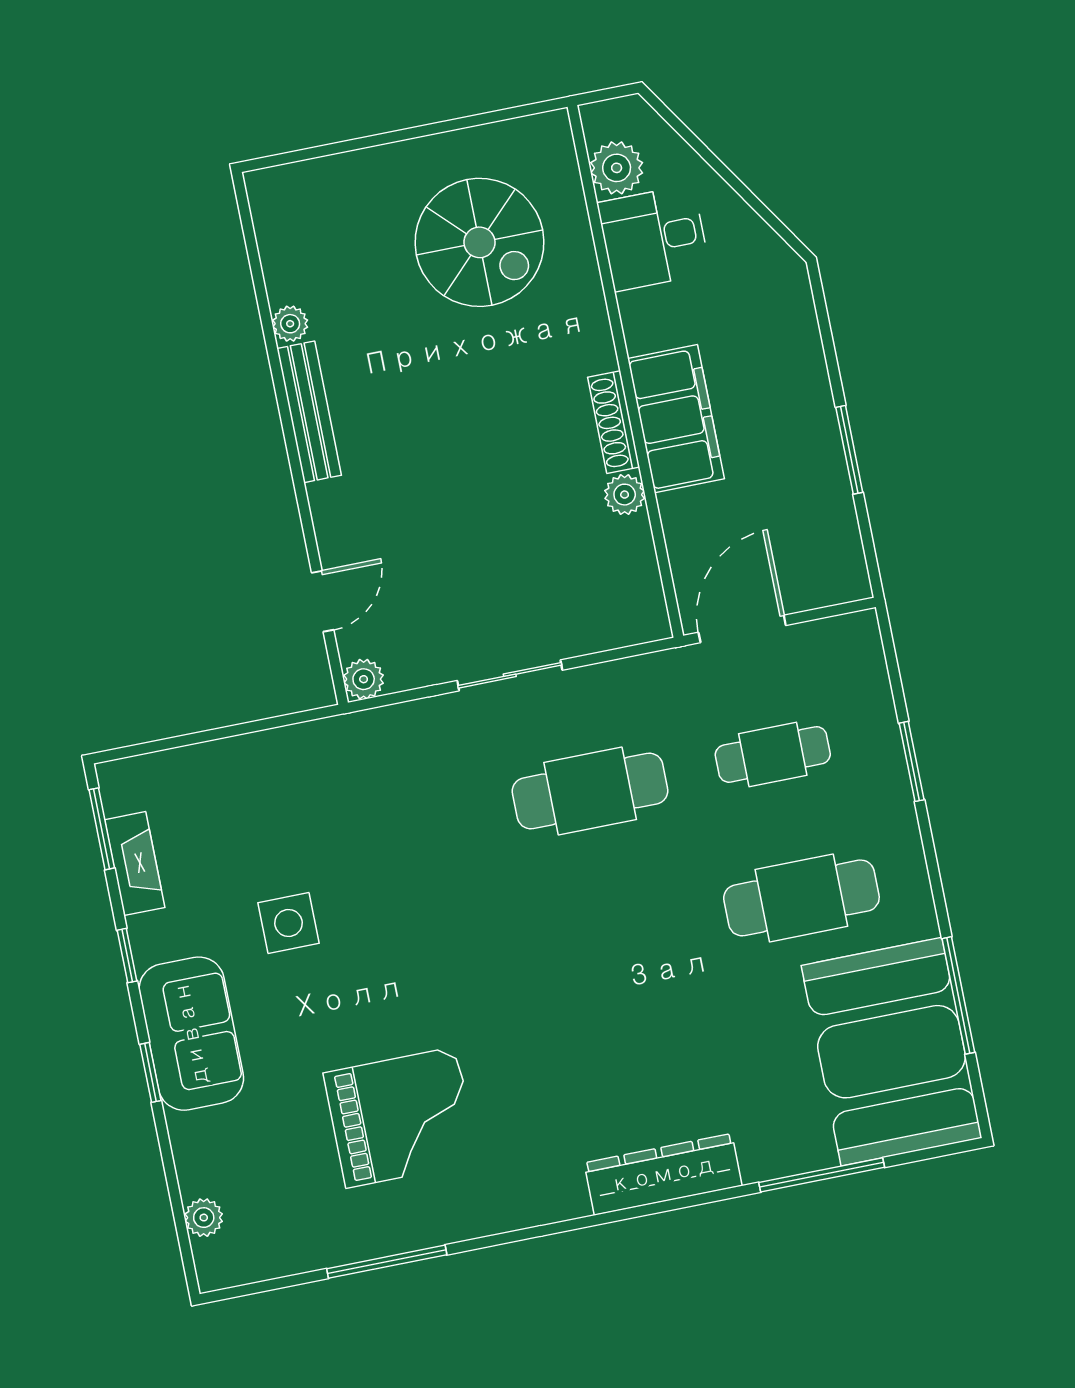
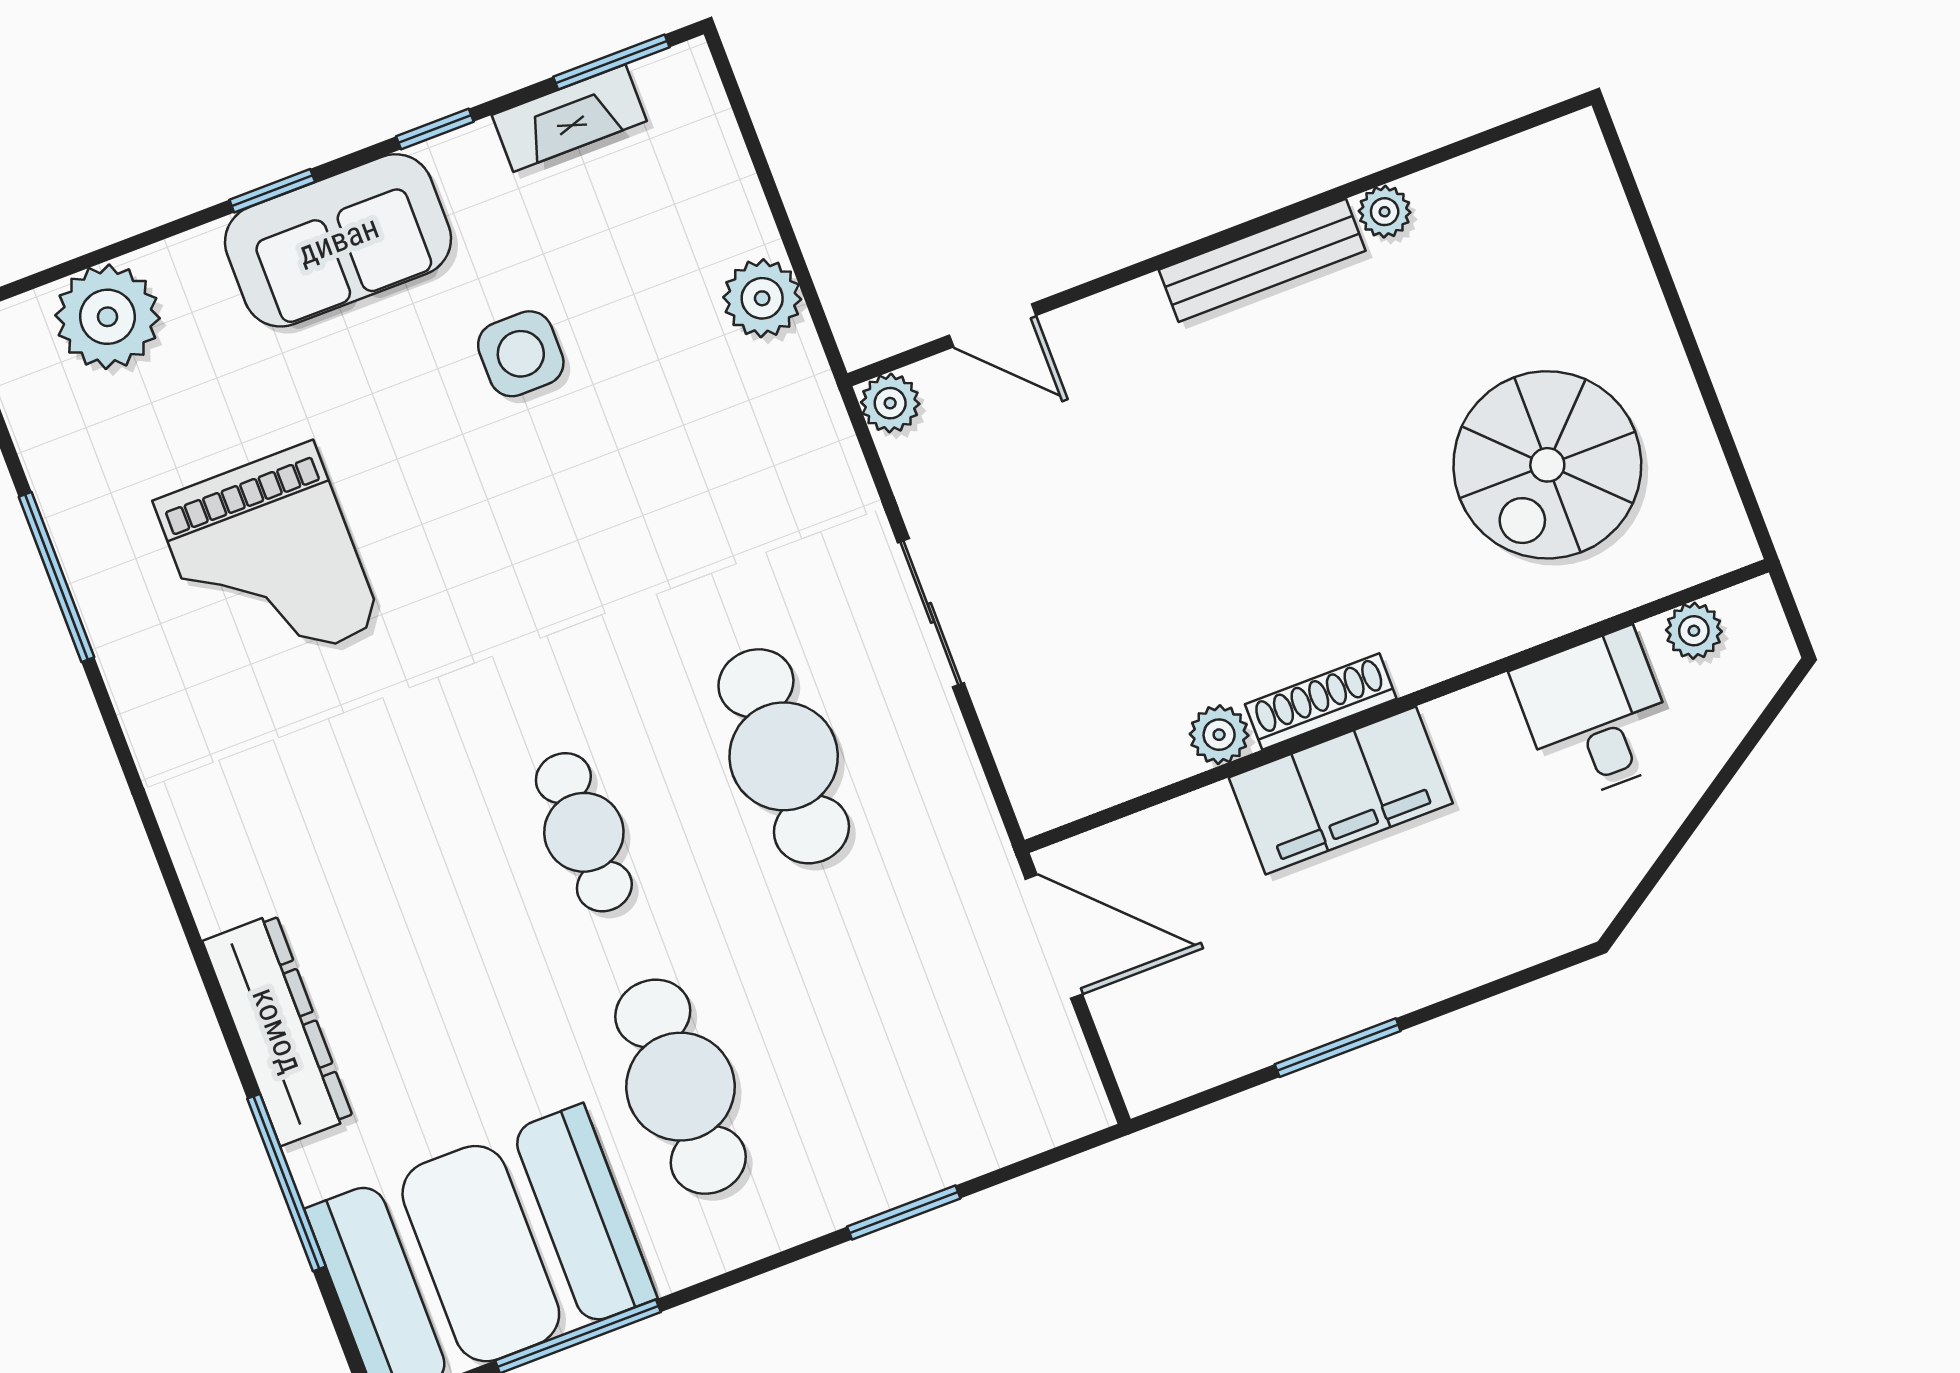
plant: (617, 168) -> (1694, 631), width x0.73, depth x0.73
plant: (278, 754) -> (762, 298), added
cafe table: (773, 754) -> (584, 832), moved
dresser: (663, 1174) -> (278, 1030), moved
plant: (204, 1218) -> (107, 317), width x1.87, depth x1.87

